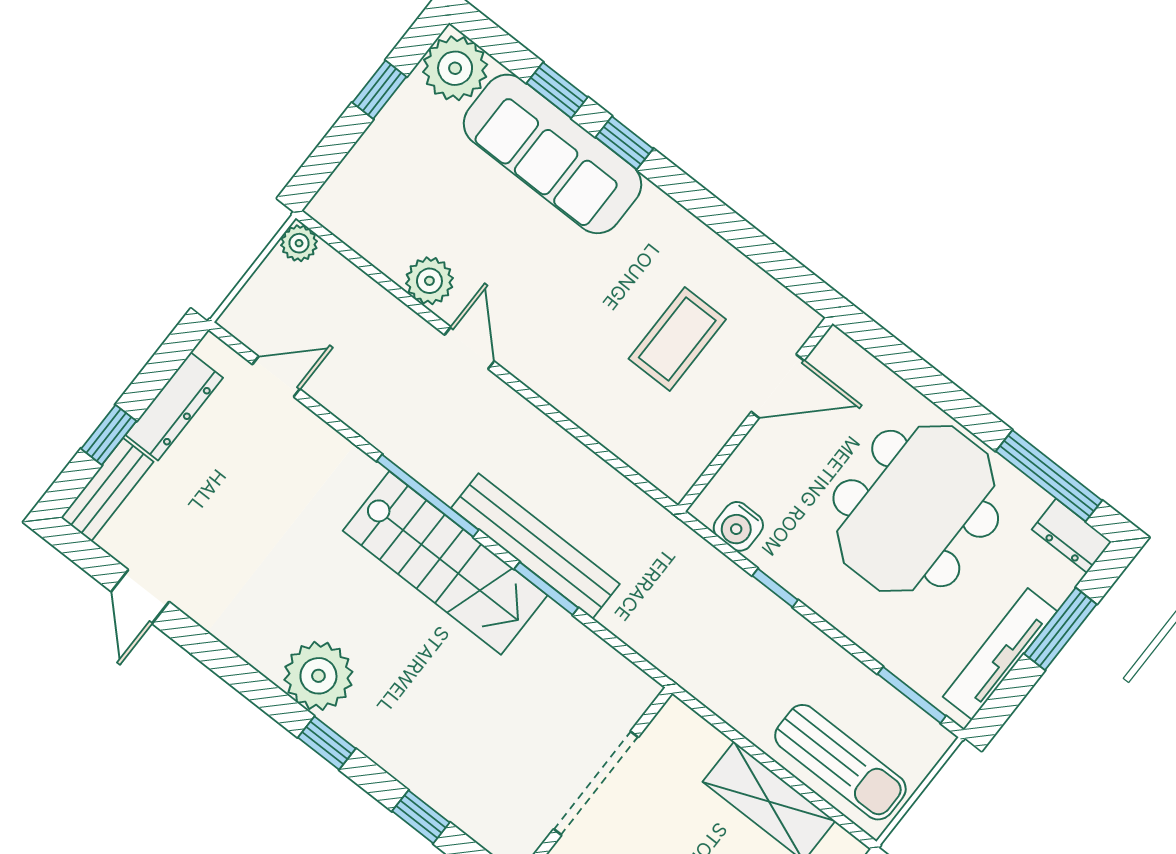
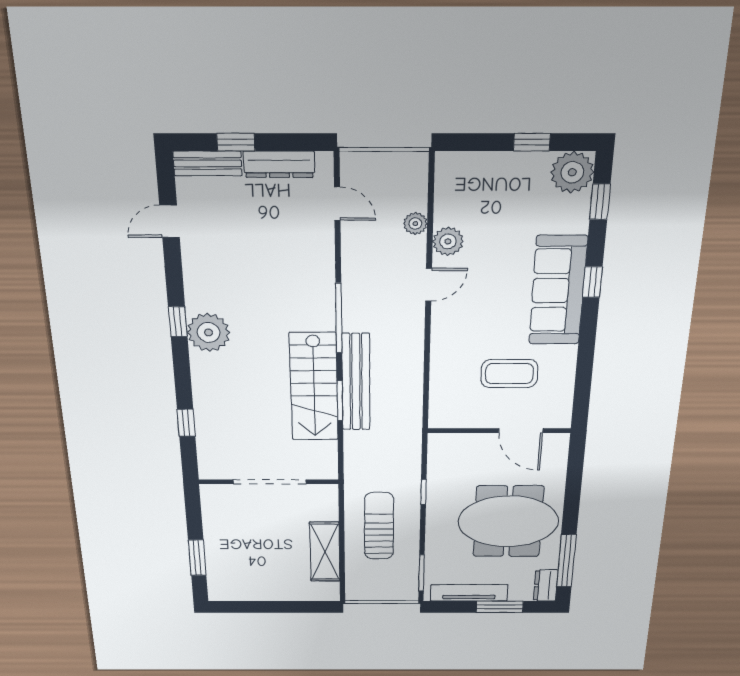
window: (557, 90) -> (600, 202), moved
sofa: (552, 154) -> (558, 291), moved
plant: (299, 243) -> (415, 224), moved
water cooler: (738, 526) -> (439, 459), removed
stairs: (445, 563) -> (314, 387), moved
window: (327, 743) -> (178, 322), moved
sun lounger: (840, 762) -> (379, 526), moved, turned 180

